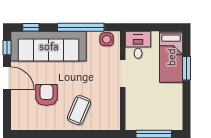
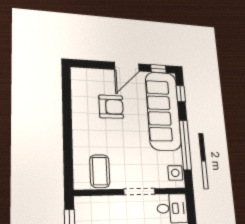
coffee table: (79, 110) -> (100, 171), moved, turned 67

